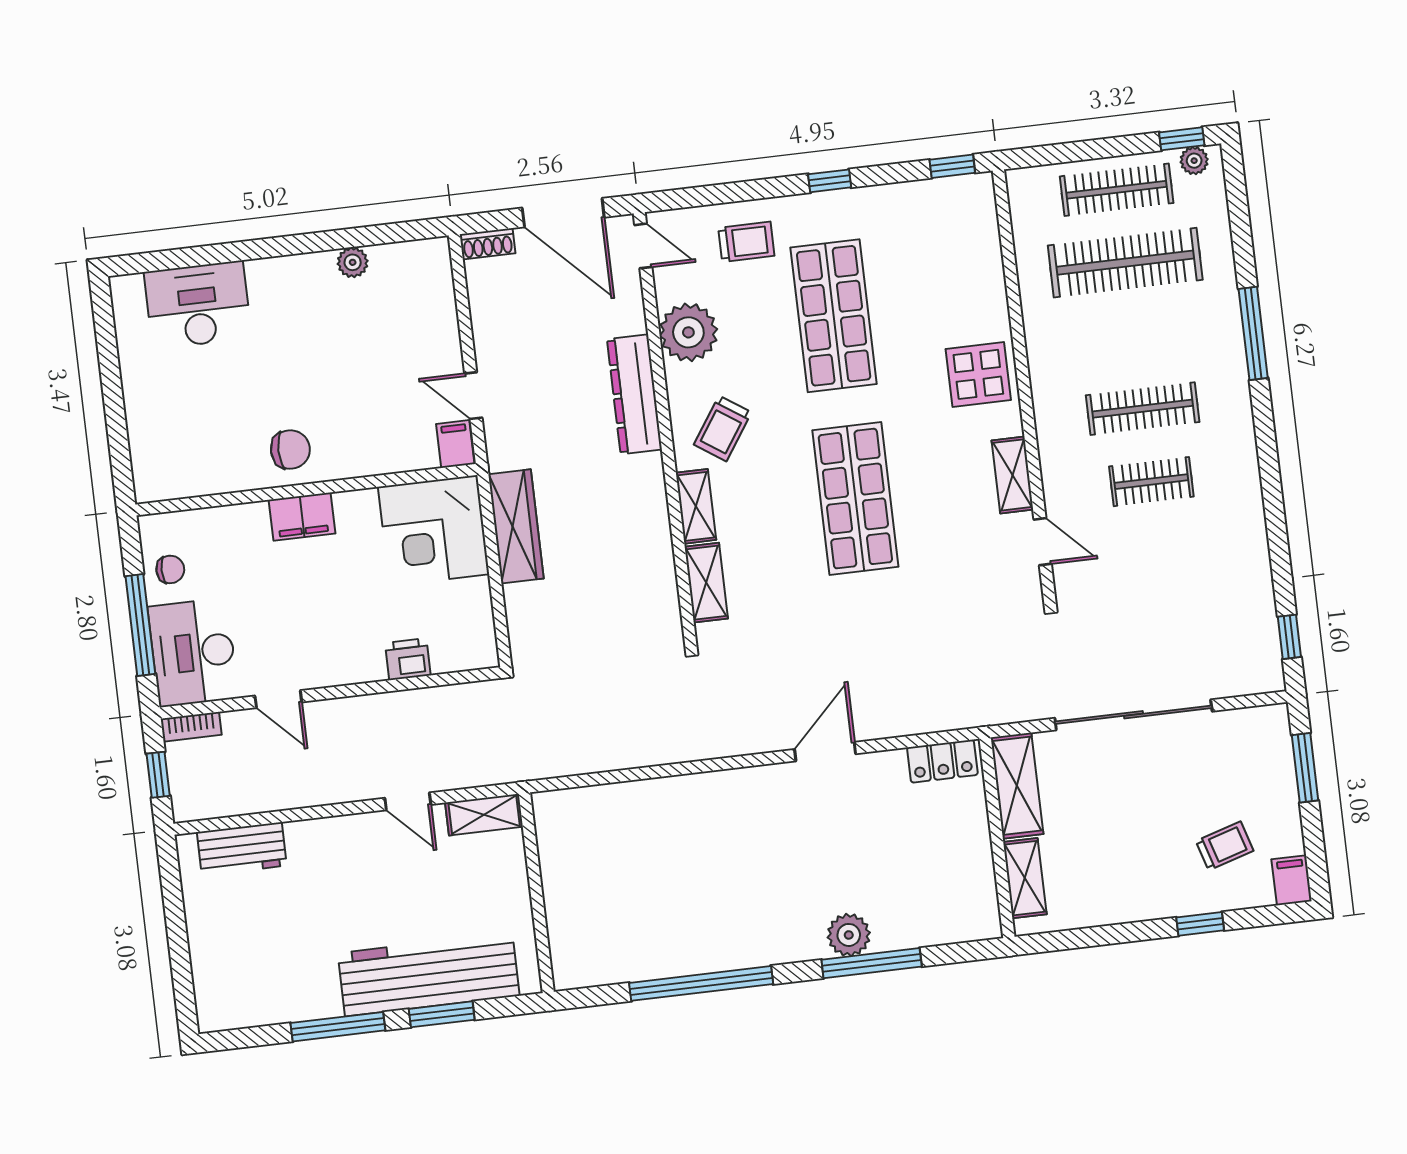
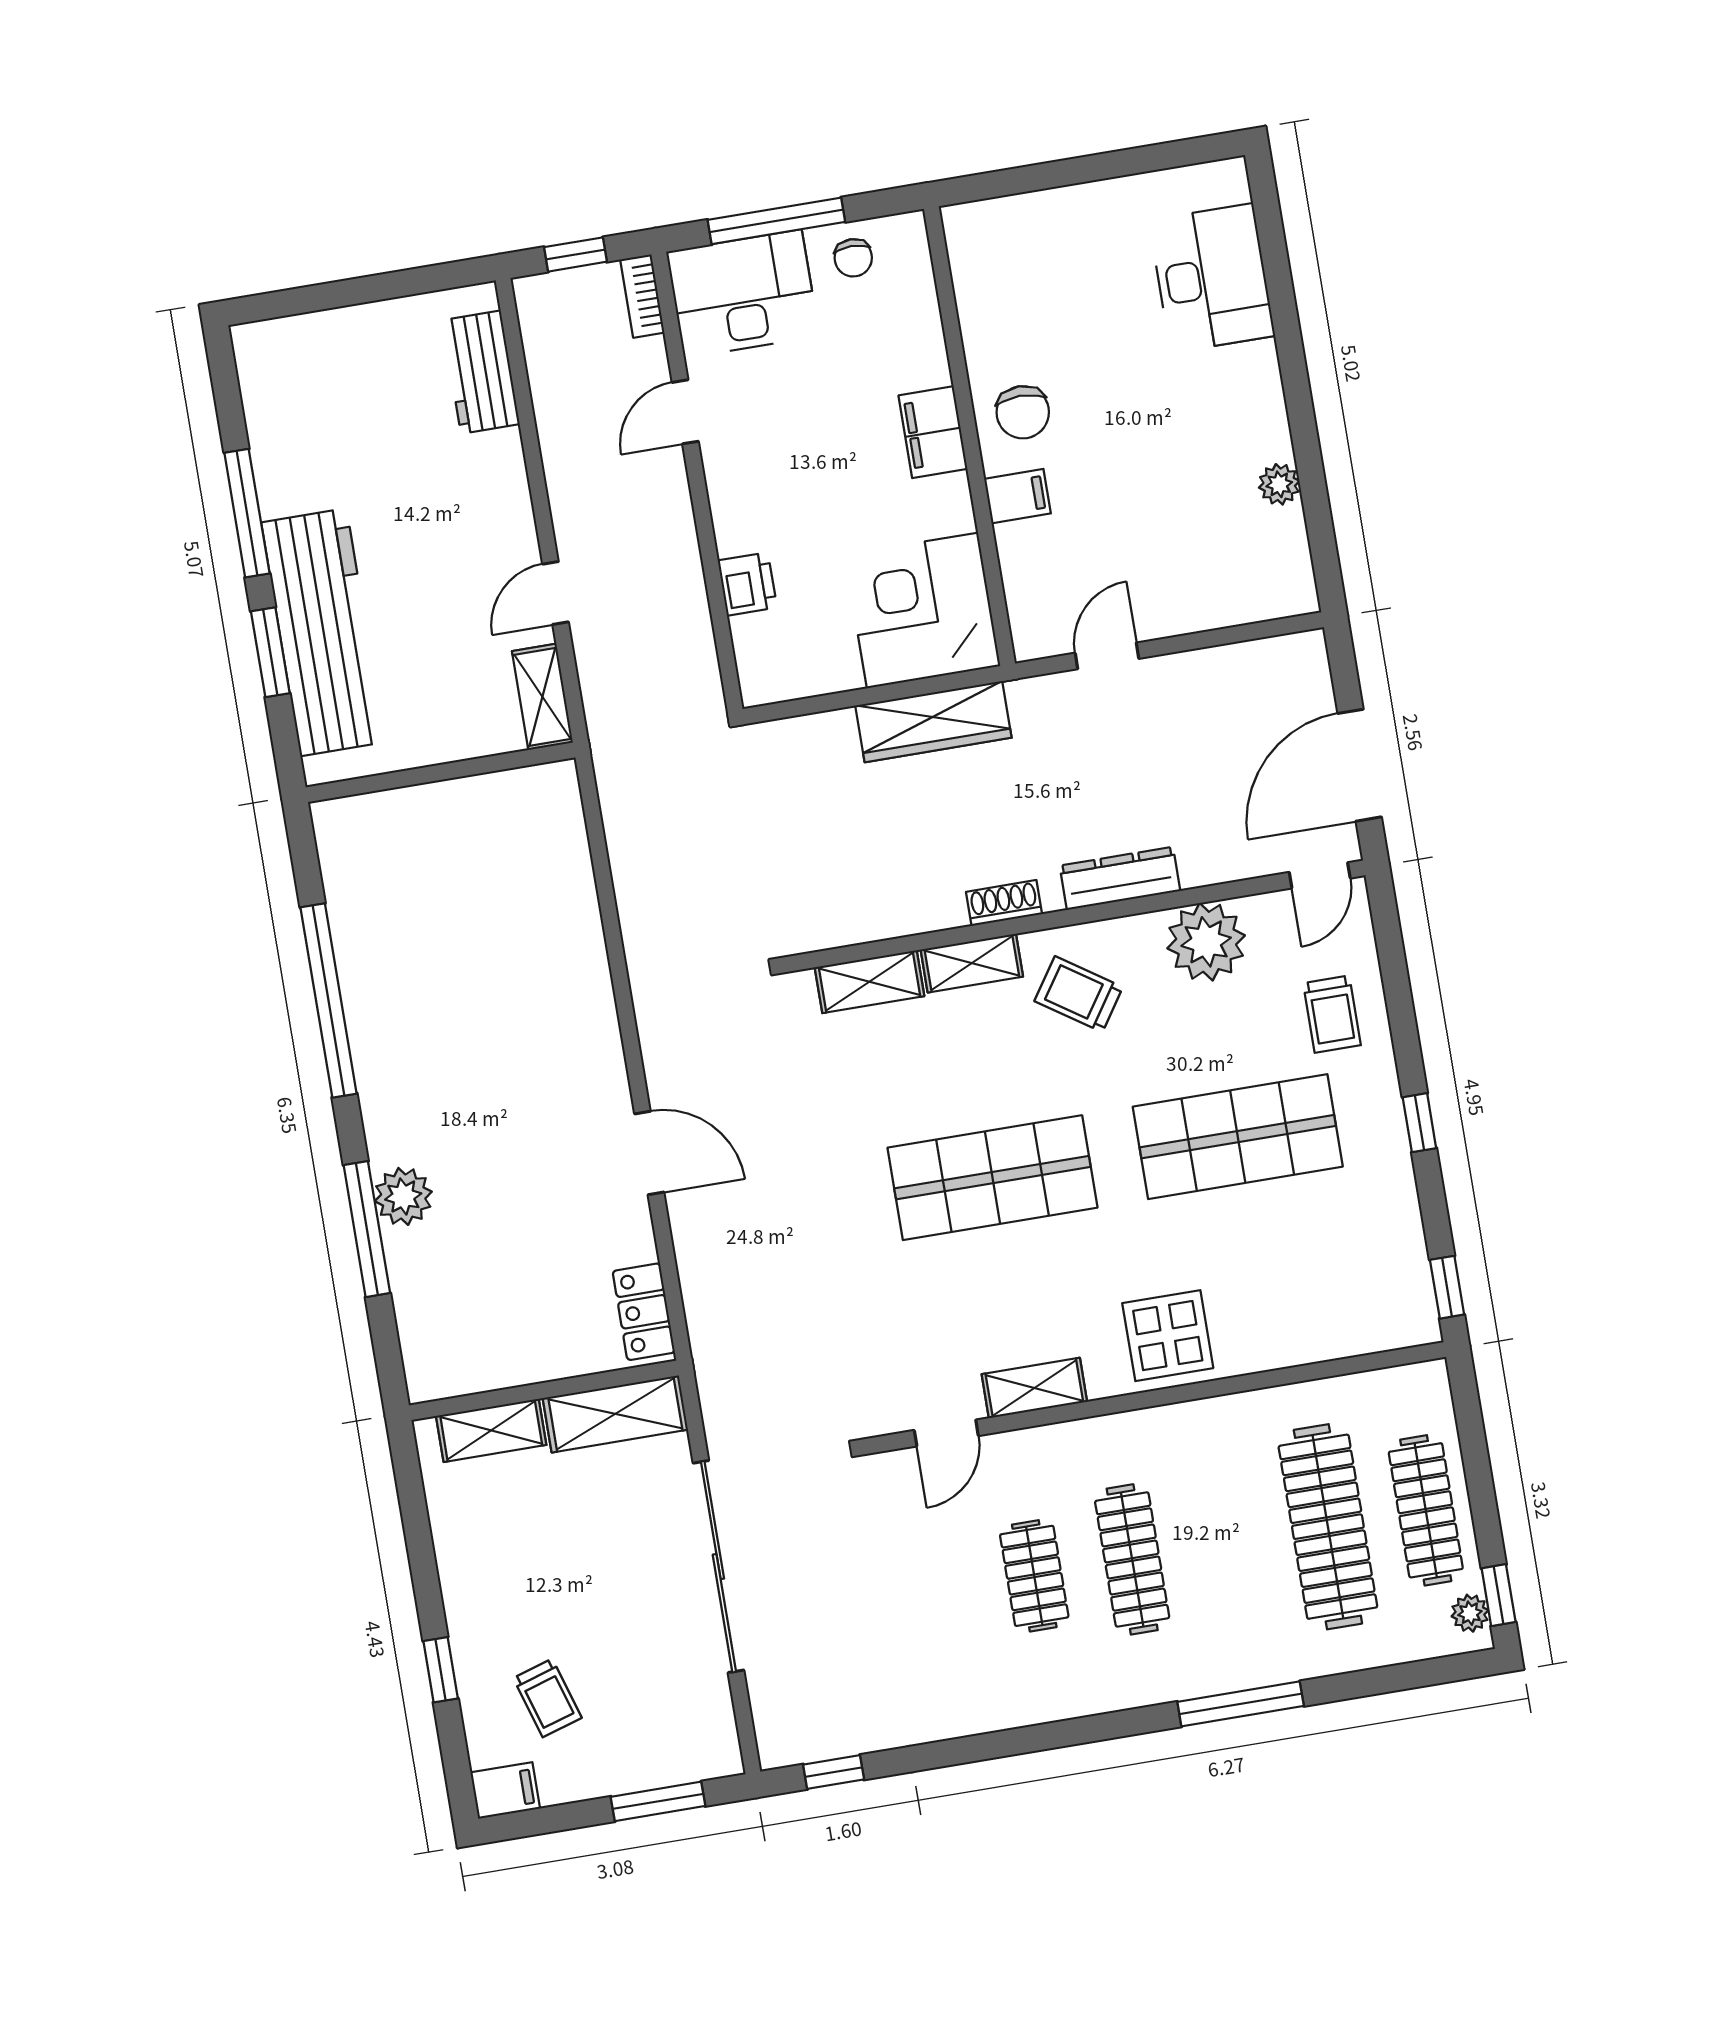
shoe rack: (488, 244) -> (1004, 903), moved, turned 90
dresser: (634, 394) -> (1120, 878), width x0.73, depth x0.80
filing cabinet: (455, 444) -> (1018, 496), moved

